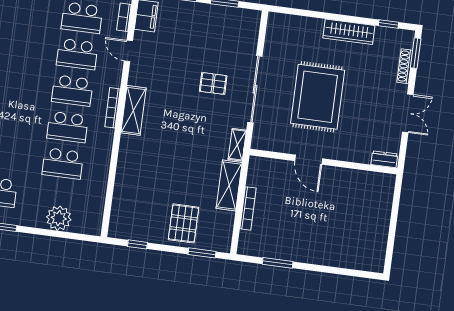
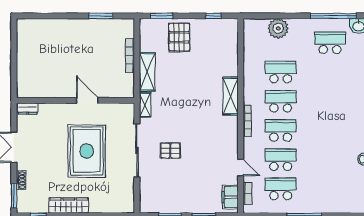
shoe rack: (405, 66) -> (21, 180), width x0.70
shelving: (133, 110) -> (230, 96), moved

